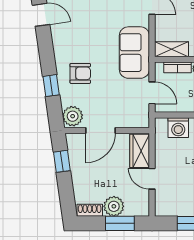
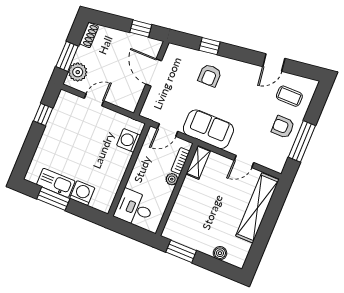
plant: (73, 116) -> (176, 54), removed
wardrobe: (140, 151) -> (122, 99), removed
plant: (114, 206) -> (78, 72), moved

